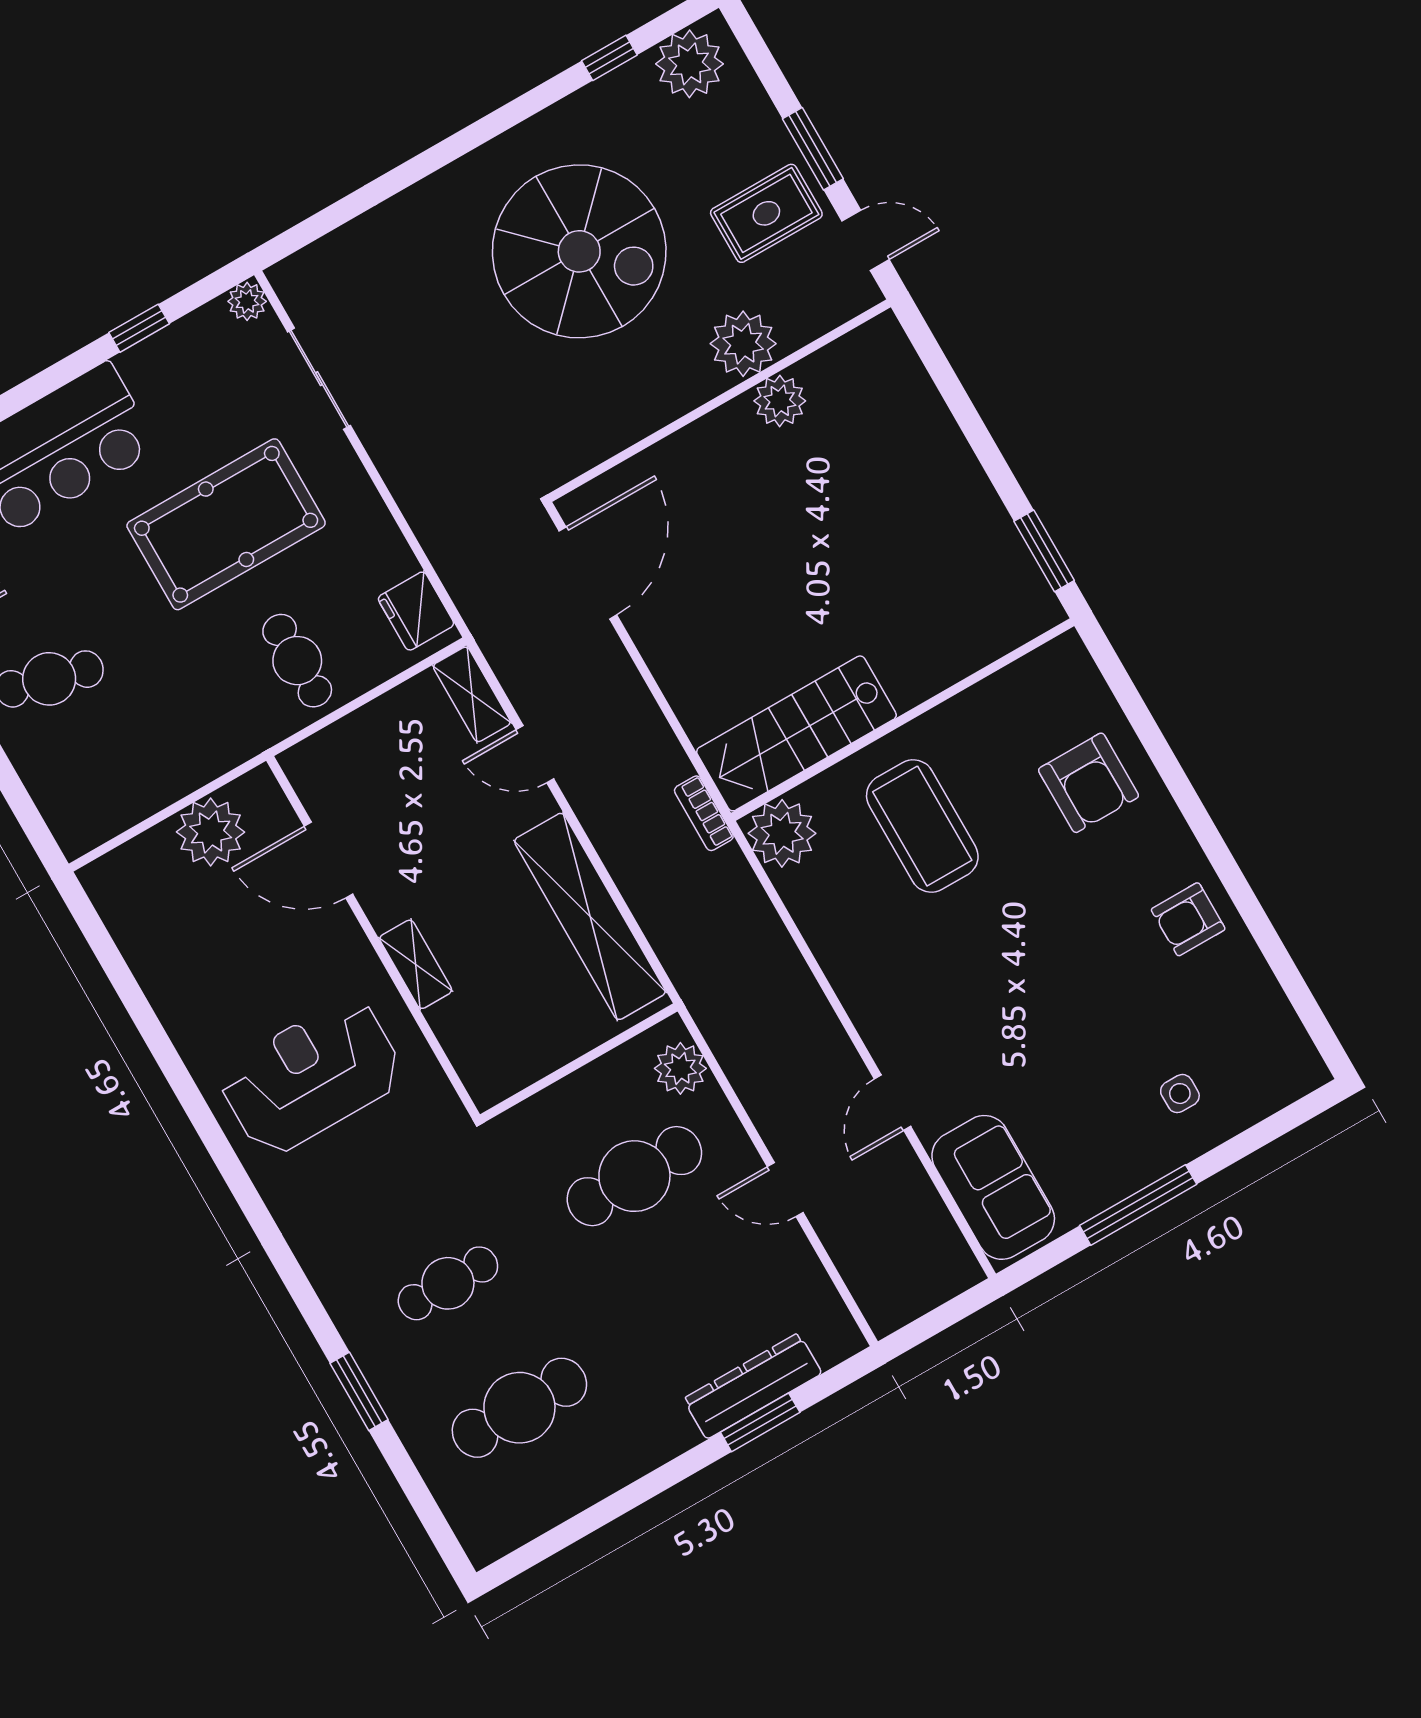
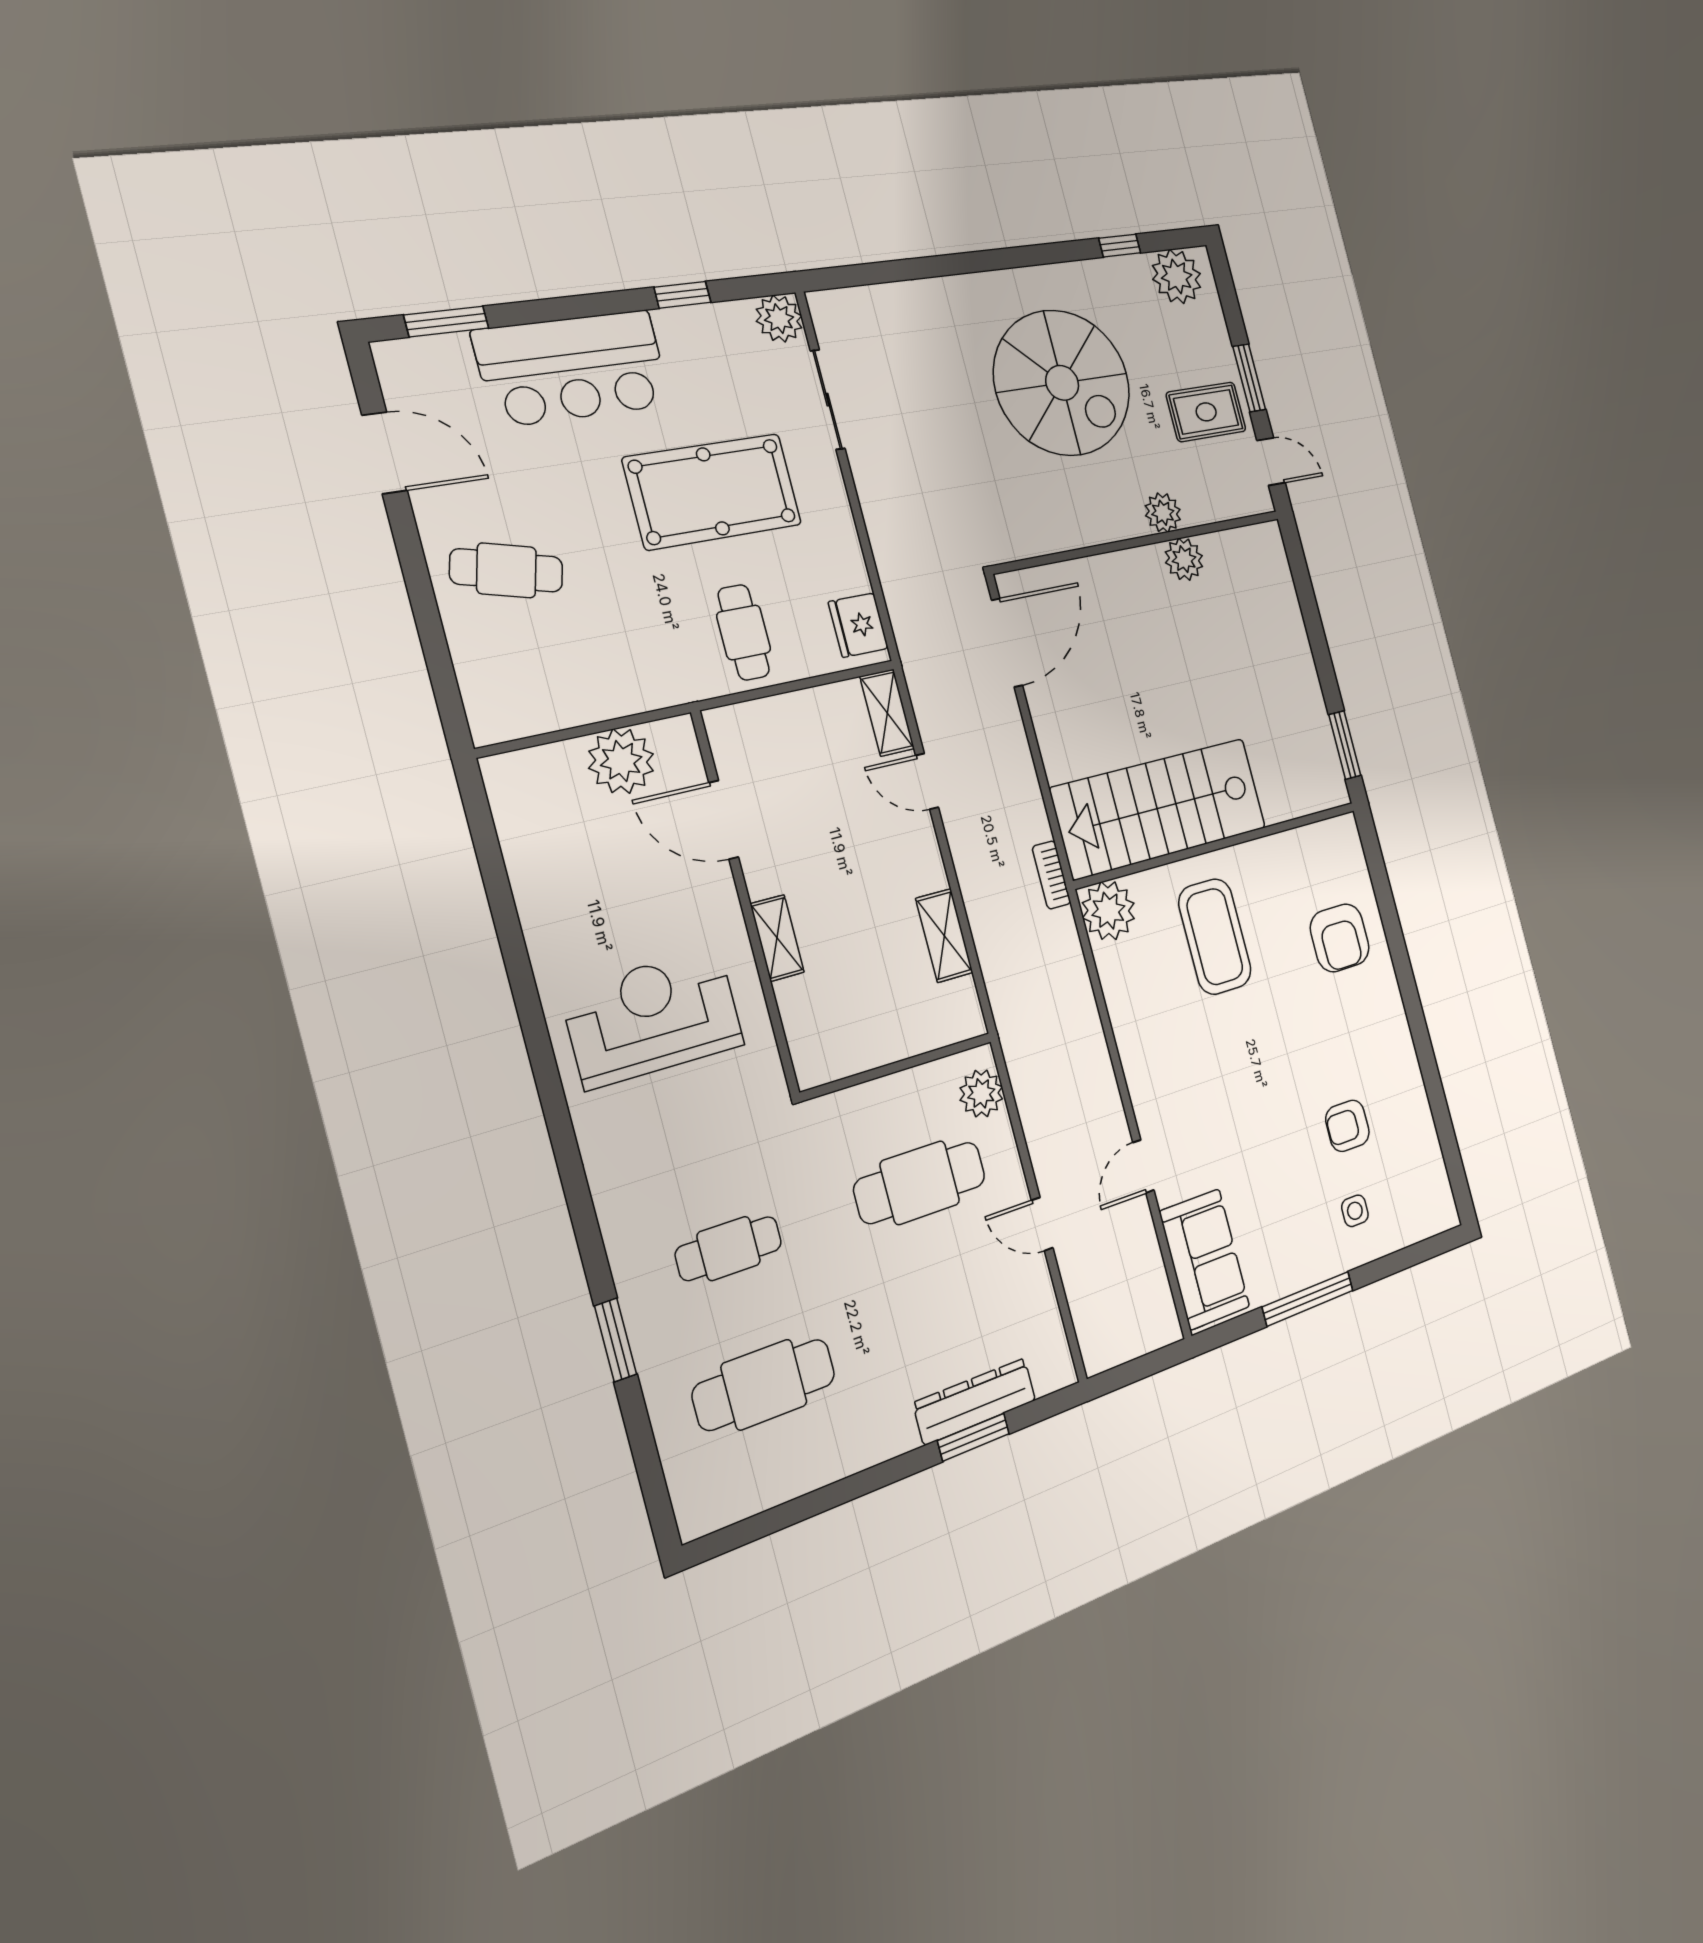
plant: (247, 301) -> (779, 319), width x1.38, depth x1.38
plant: (743, 344) -> (1163, 513), width x0.73, depth x0.73
stairs: (796, 733) -> (1160, 808), width x1.36, depth x1.51
shelving: (590, 916) -> (944, 936), width x0.45, depth x0.75
armchair: (1188, 919) -> (1347, 1126), moved

